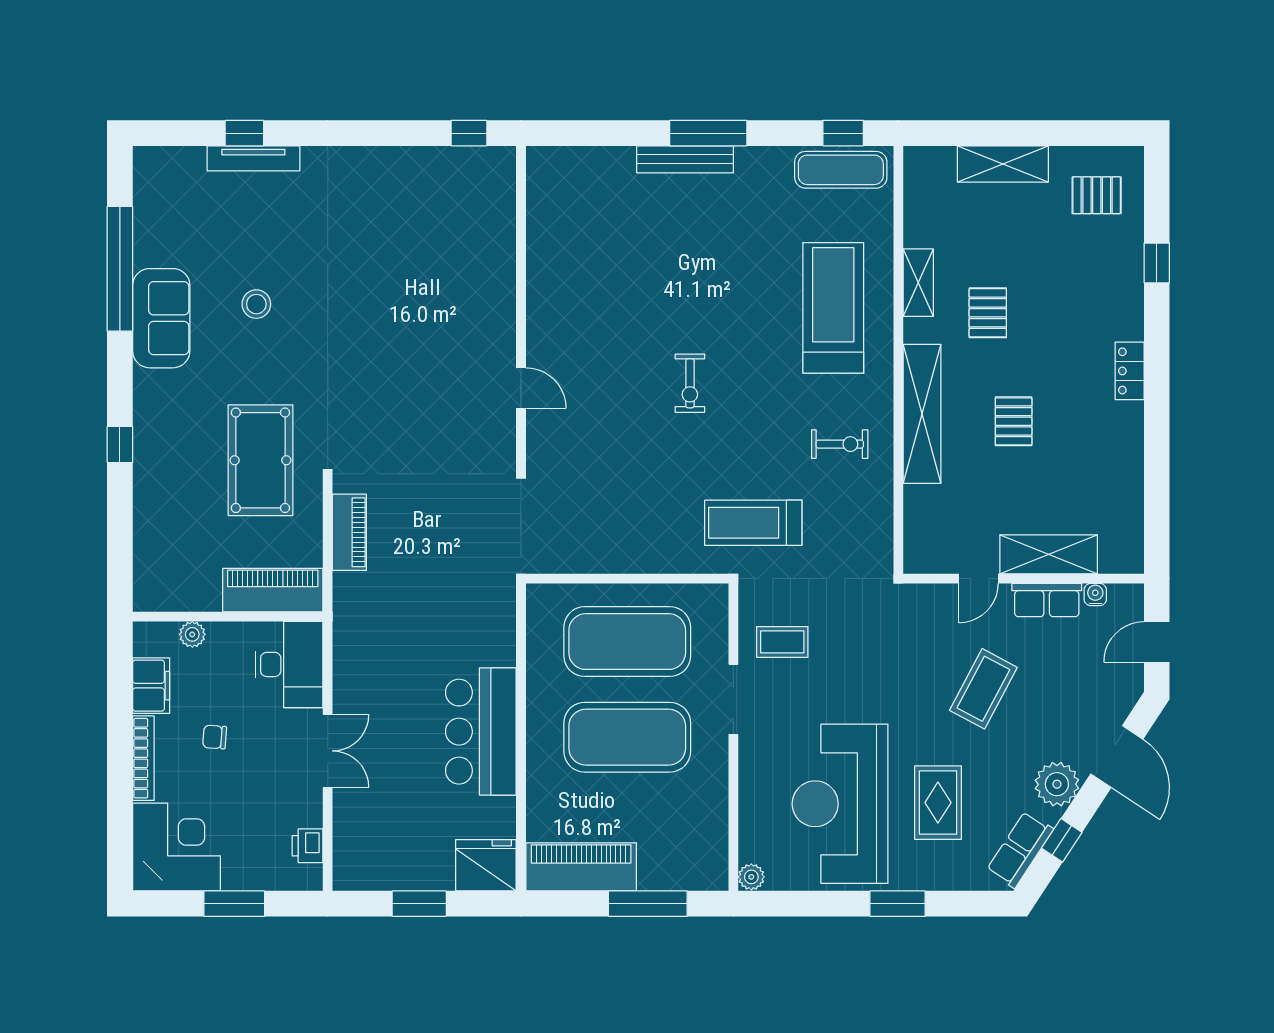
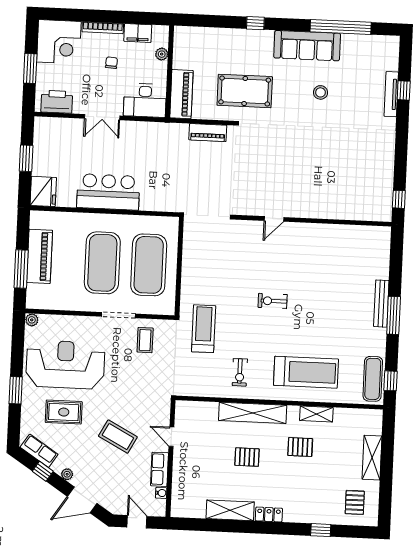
sofa: (161, 318) -> (307, 46), width x1.36
shelving: (1049, 554) -> (230, 510), moved, turned 90
plant: (1057, 784) -> (67, 474), width x0.53, depth x0.53
printer: (307, 846) -> (57, 102), width x1.87, depth x1.48
piano: (581, 867) -> (40, 256), moved

